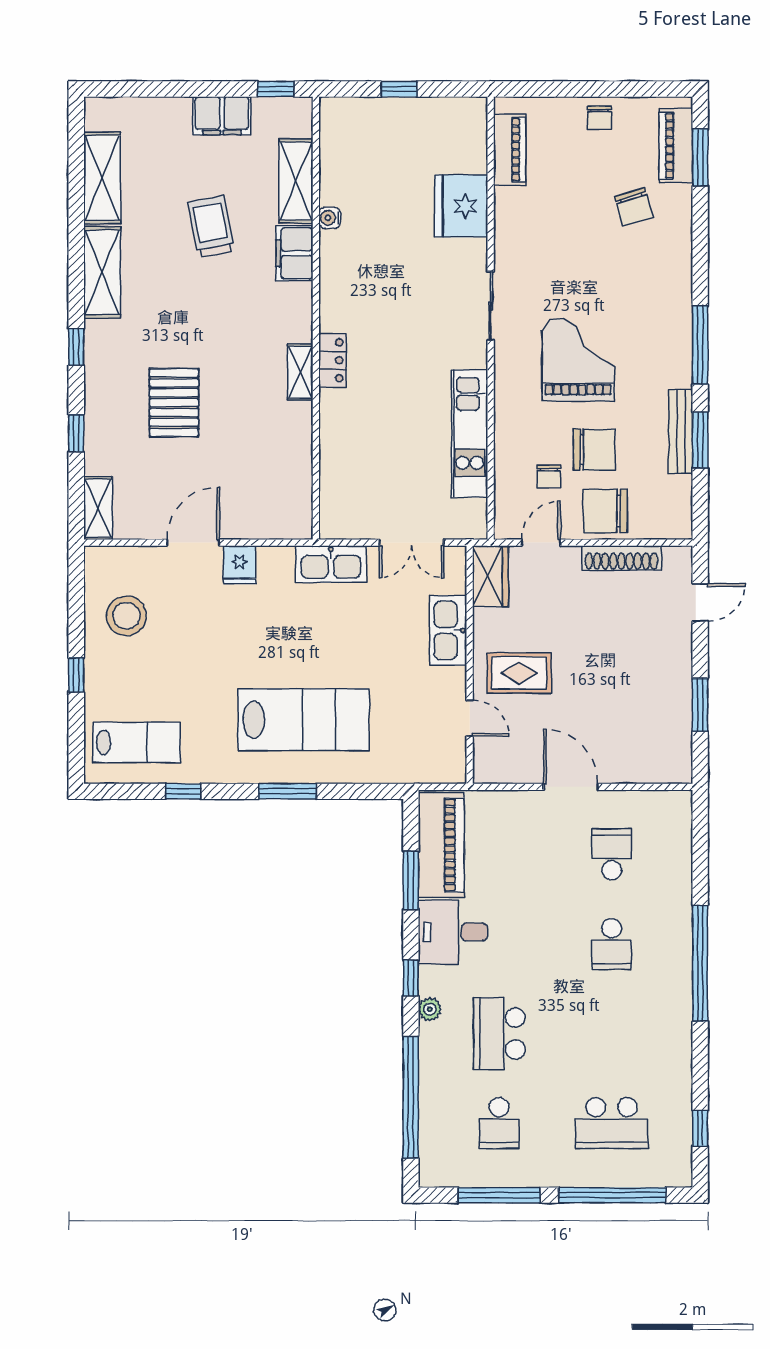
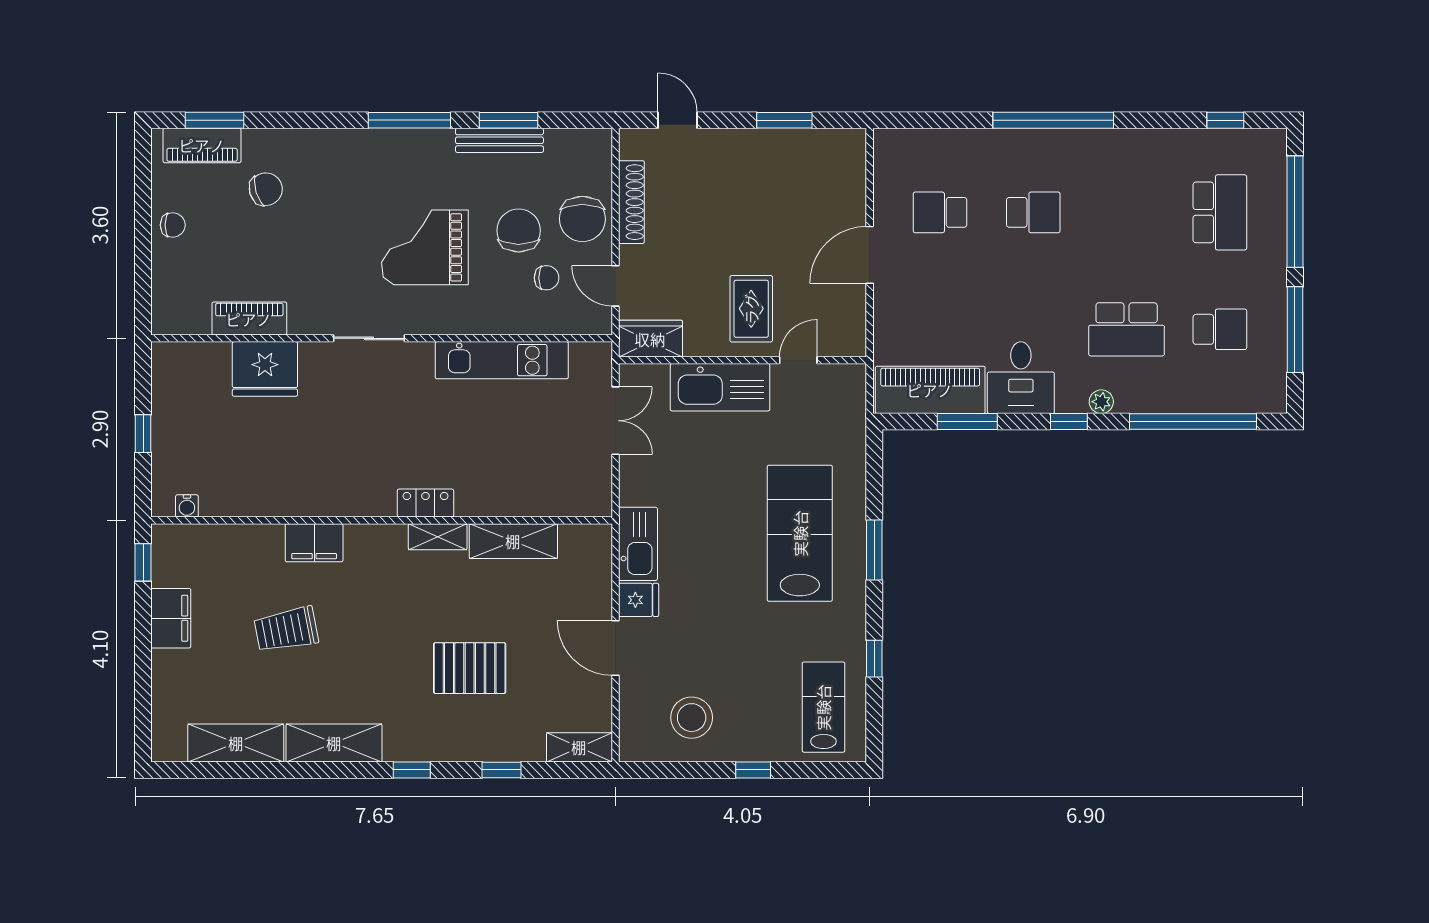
piano: (510, 150) -> (249, 319), moved
shelving: (296, 181) -> (513, 541), moved
water cooler: (330, 218) -> (187, 506), moved
kitchen sink: (331, 564) -> (638, 544), moved
kitchen sink: (448, 630) -> (720, 387), width x1.36, depth x1.24

